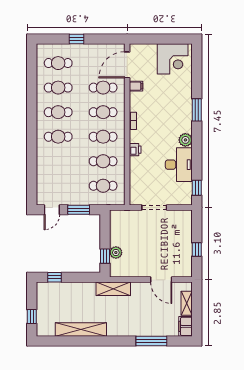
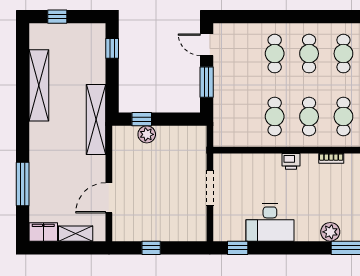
plant: (185, 140) -> (330, 232), moved
cafe table: (103, 186) -> (275, 54), moved
shelving: (113, 289) -> (96, 120), width x1.47

